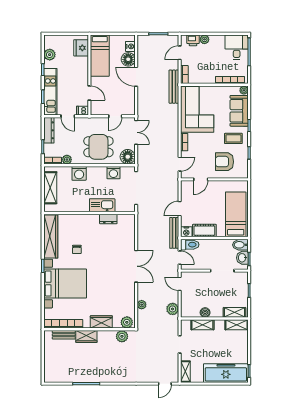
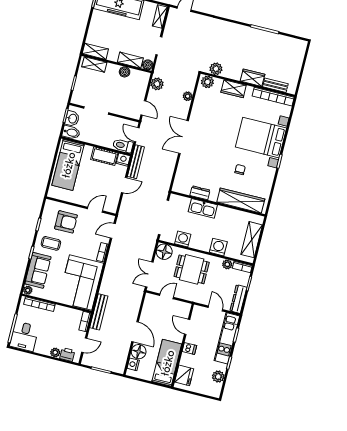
dishwasher: (82, 111) -> (189, 348), moved
wardrobe: (51, 237) -> (241, 201), moved, turned 90
boiler: (185, 324) -> (148, 65), added

